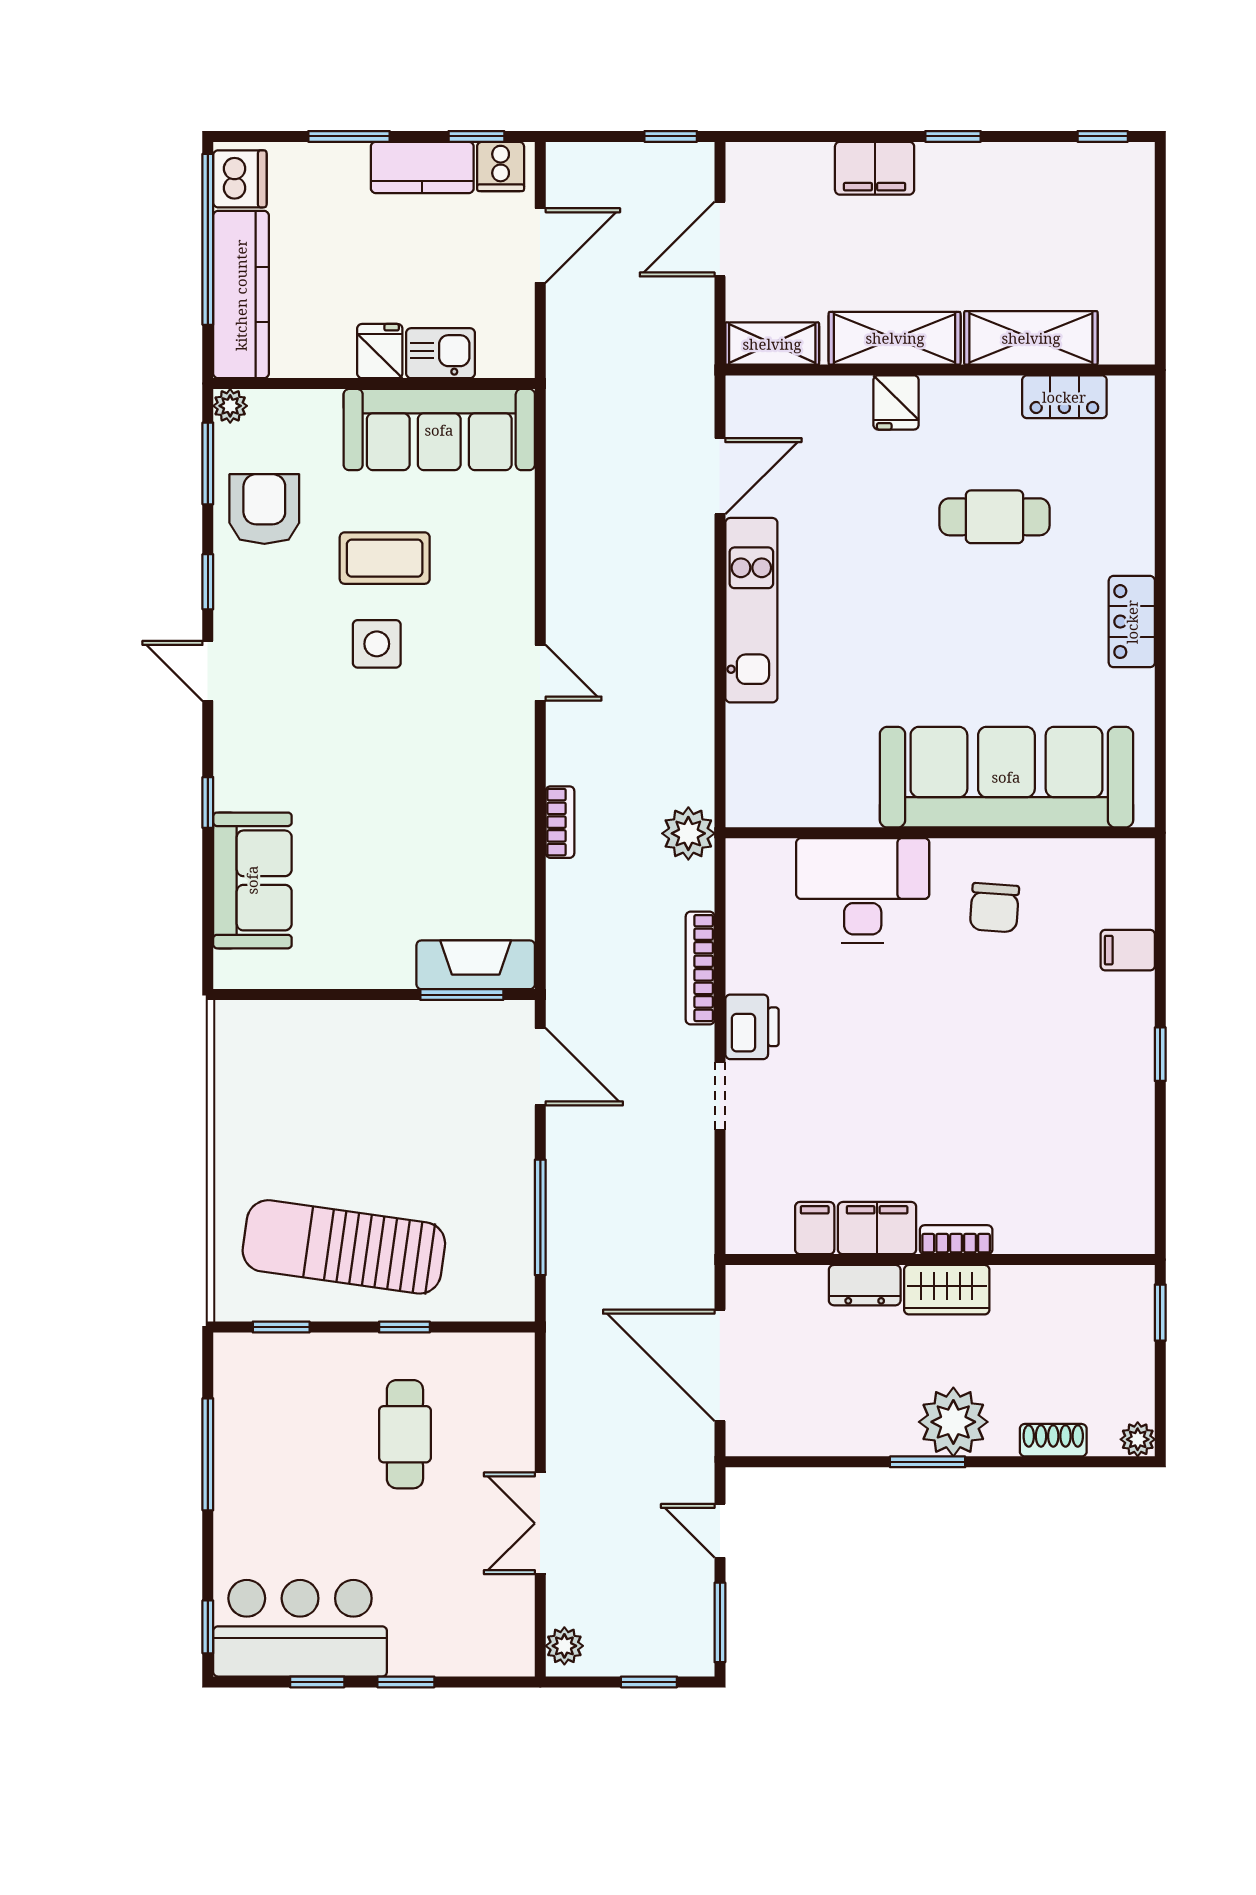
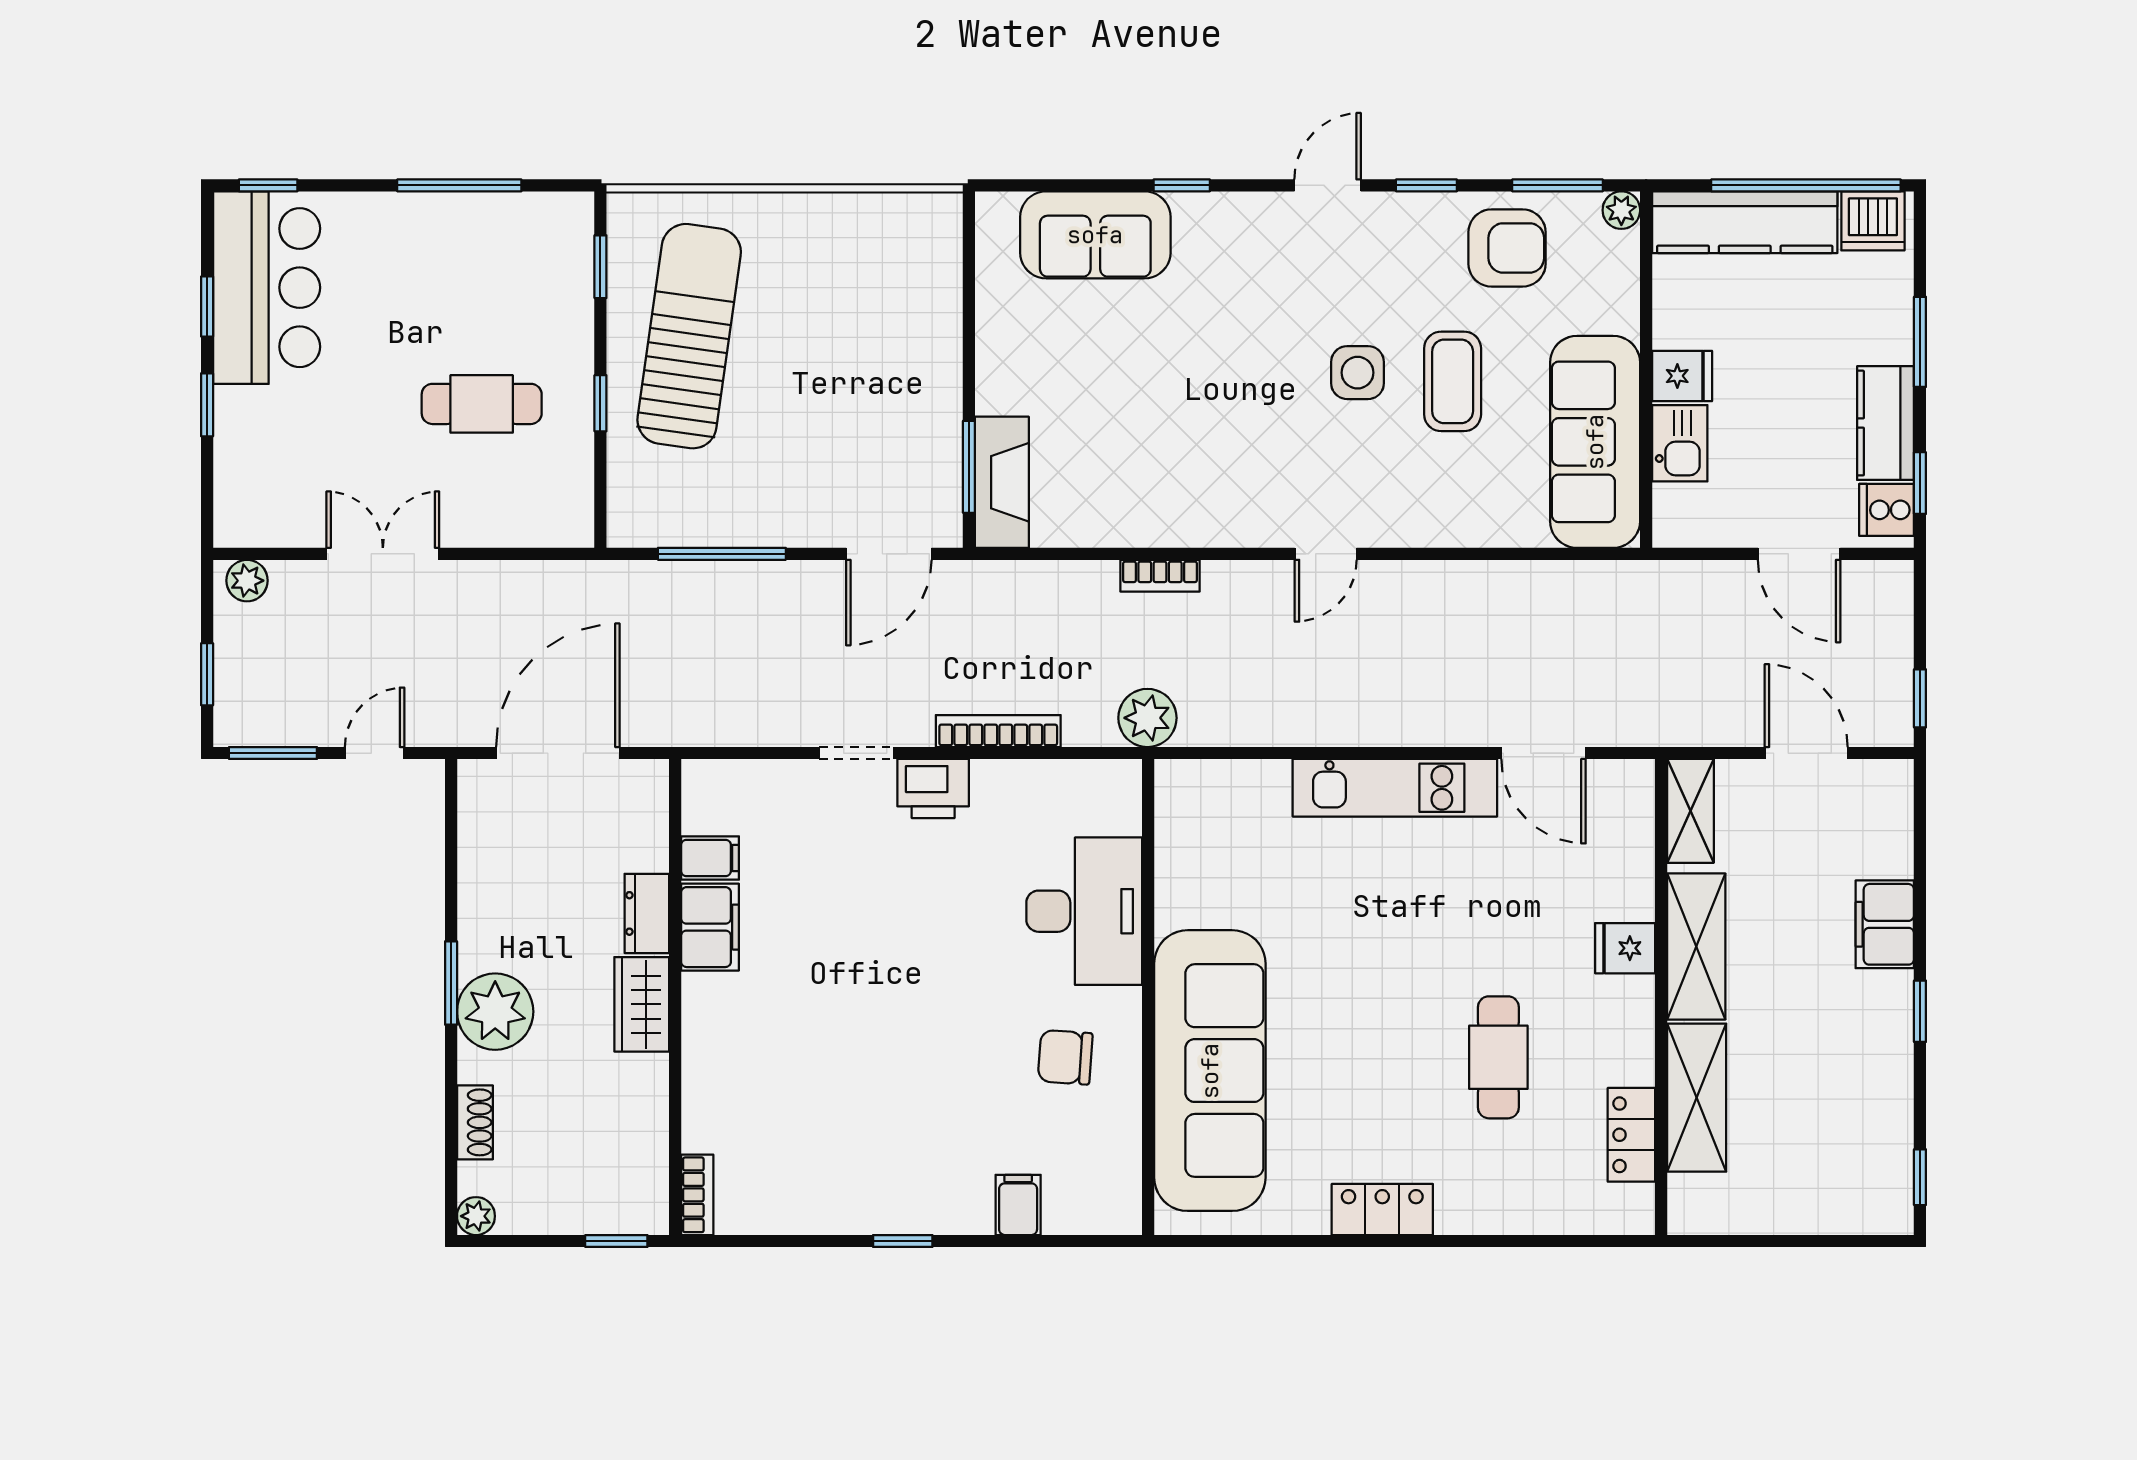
bookcase: (956, 1240) -> (697, 1195), moved

